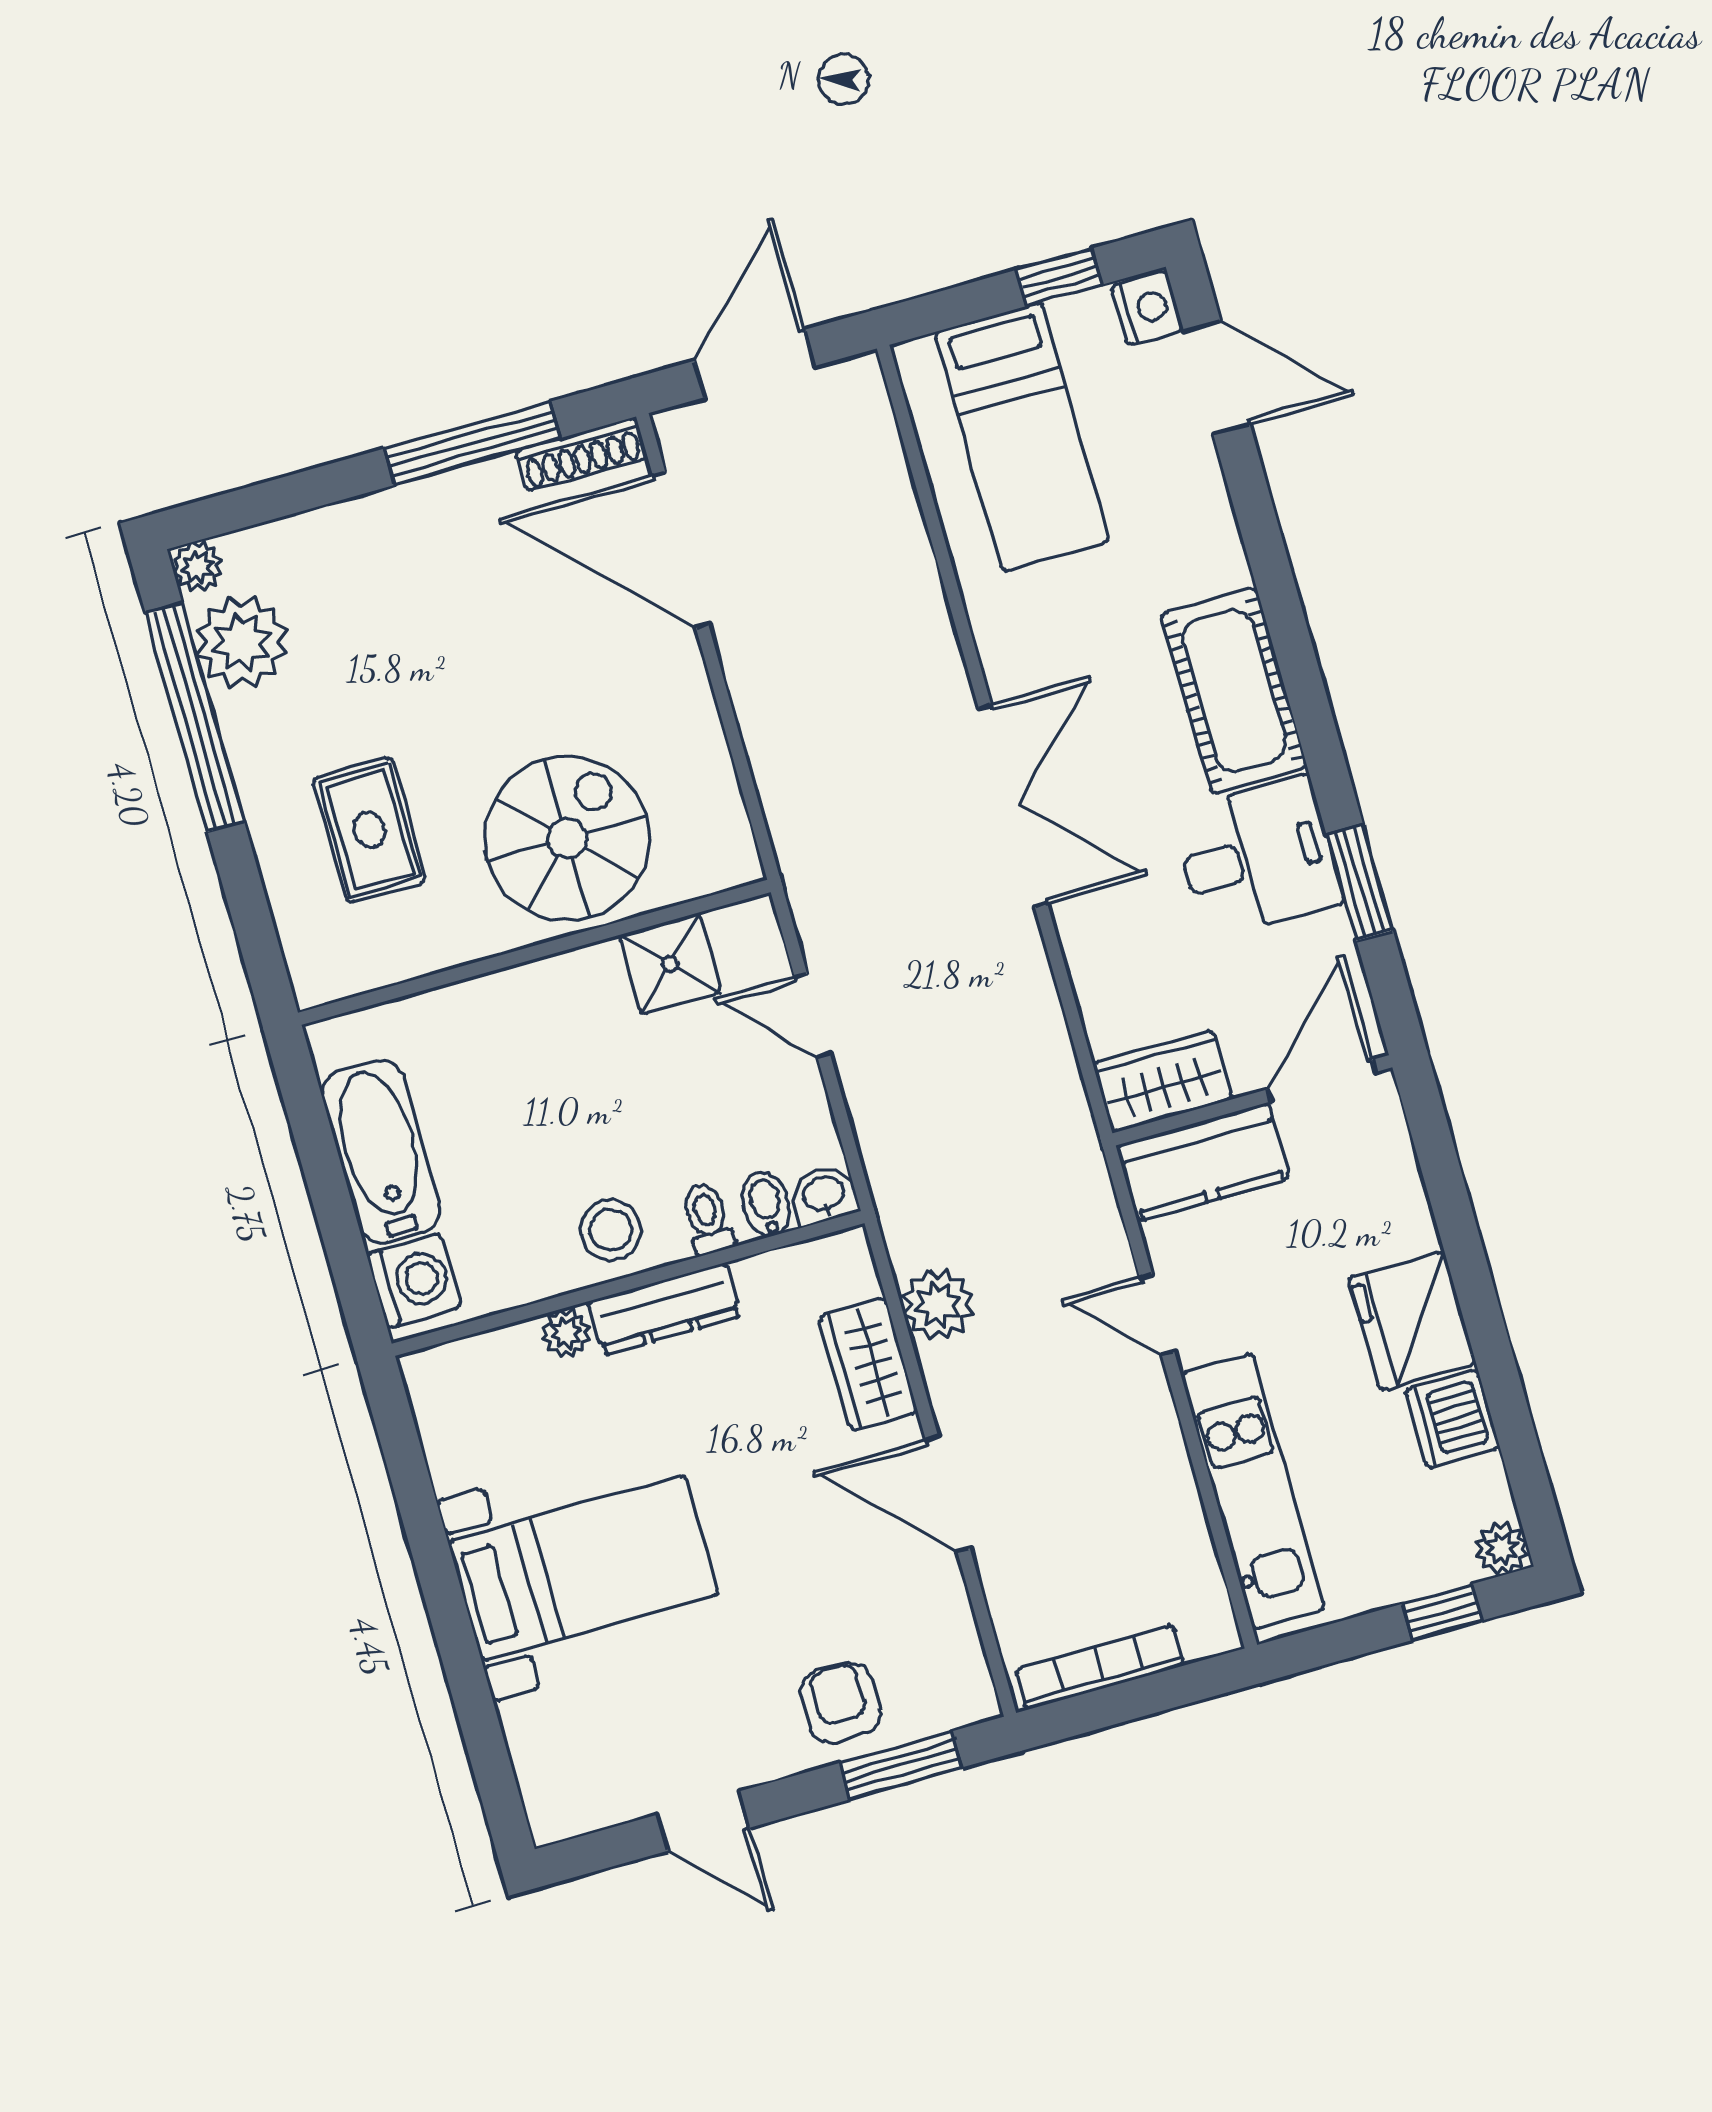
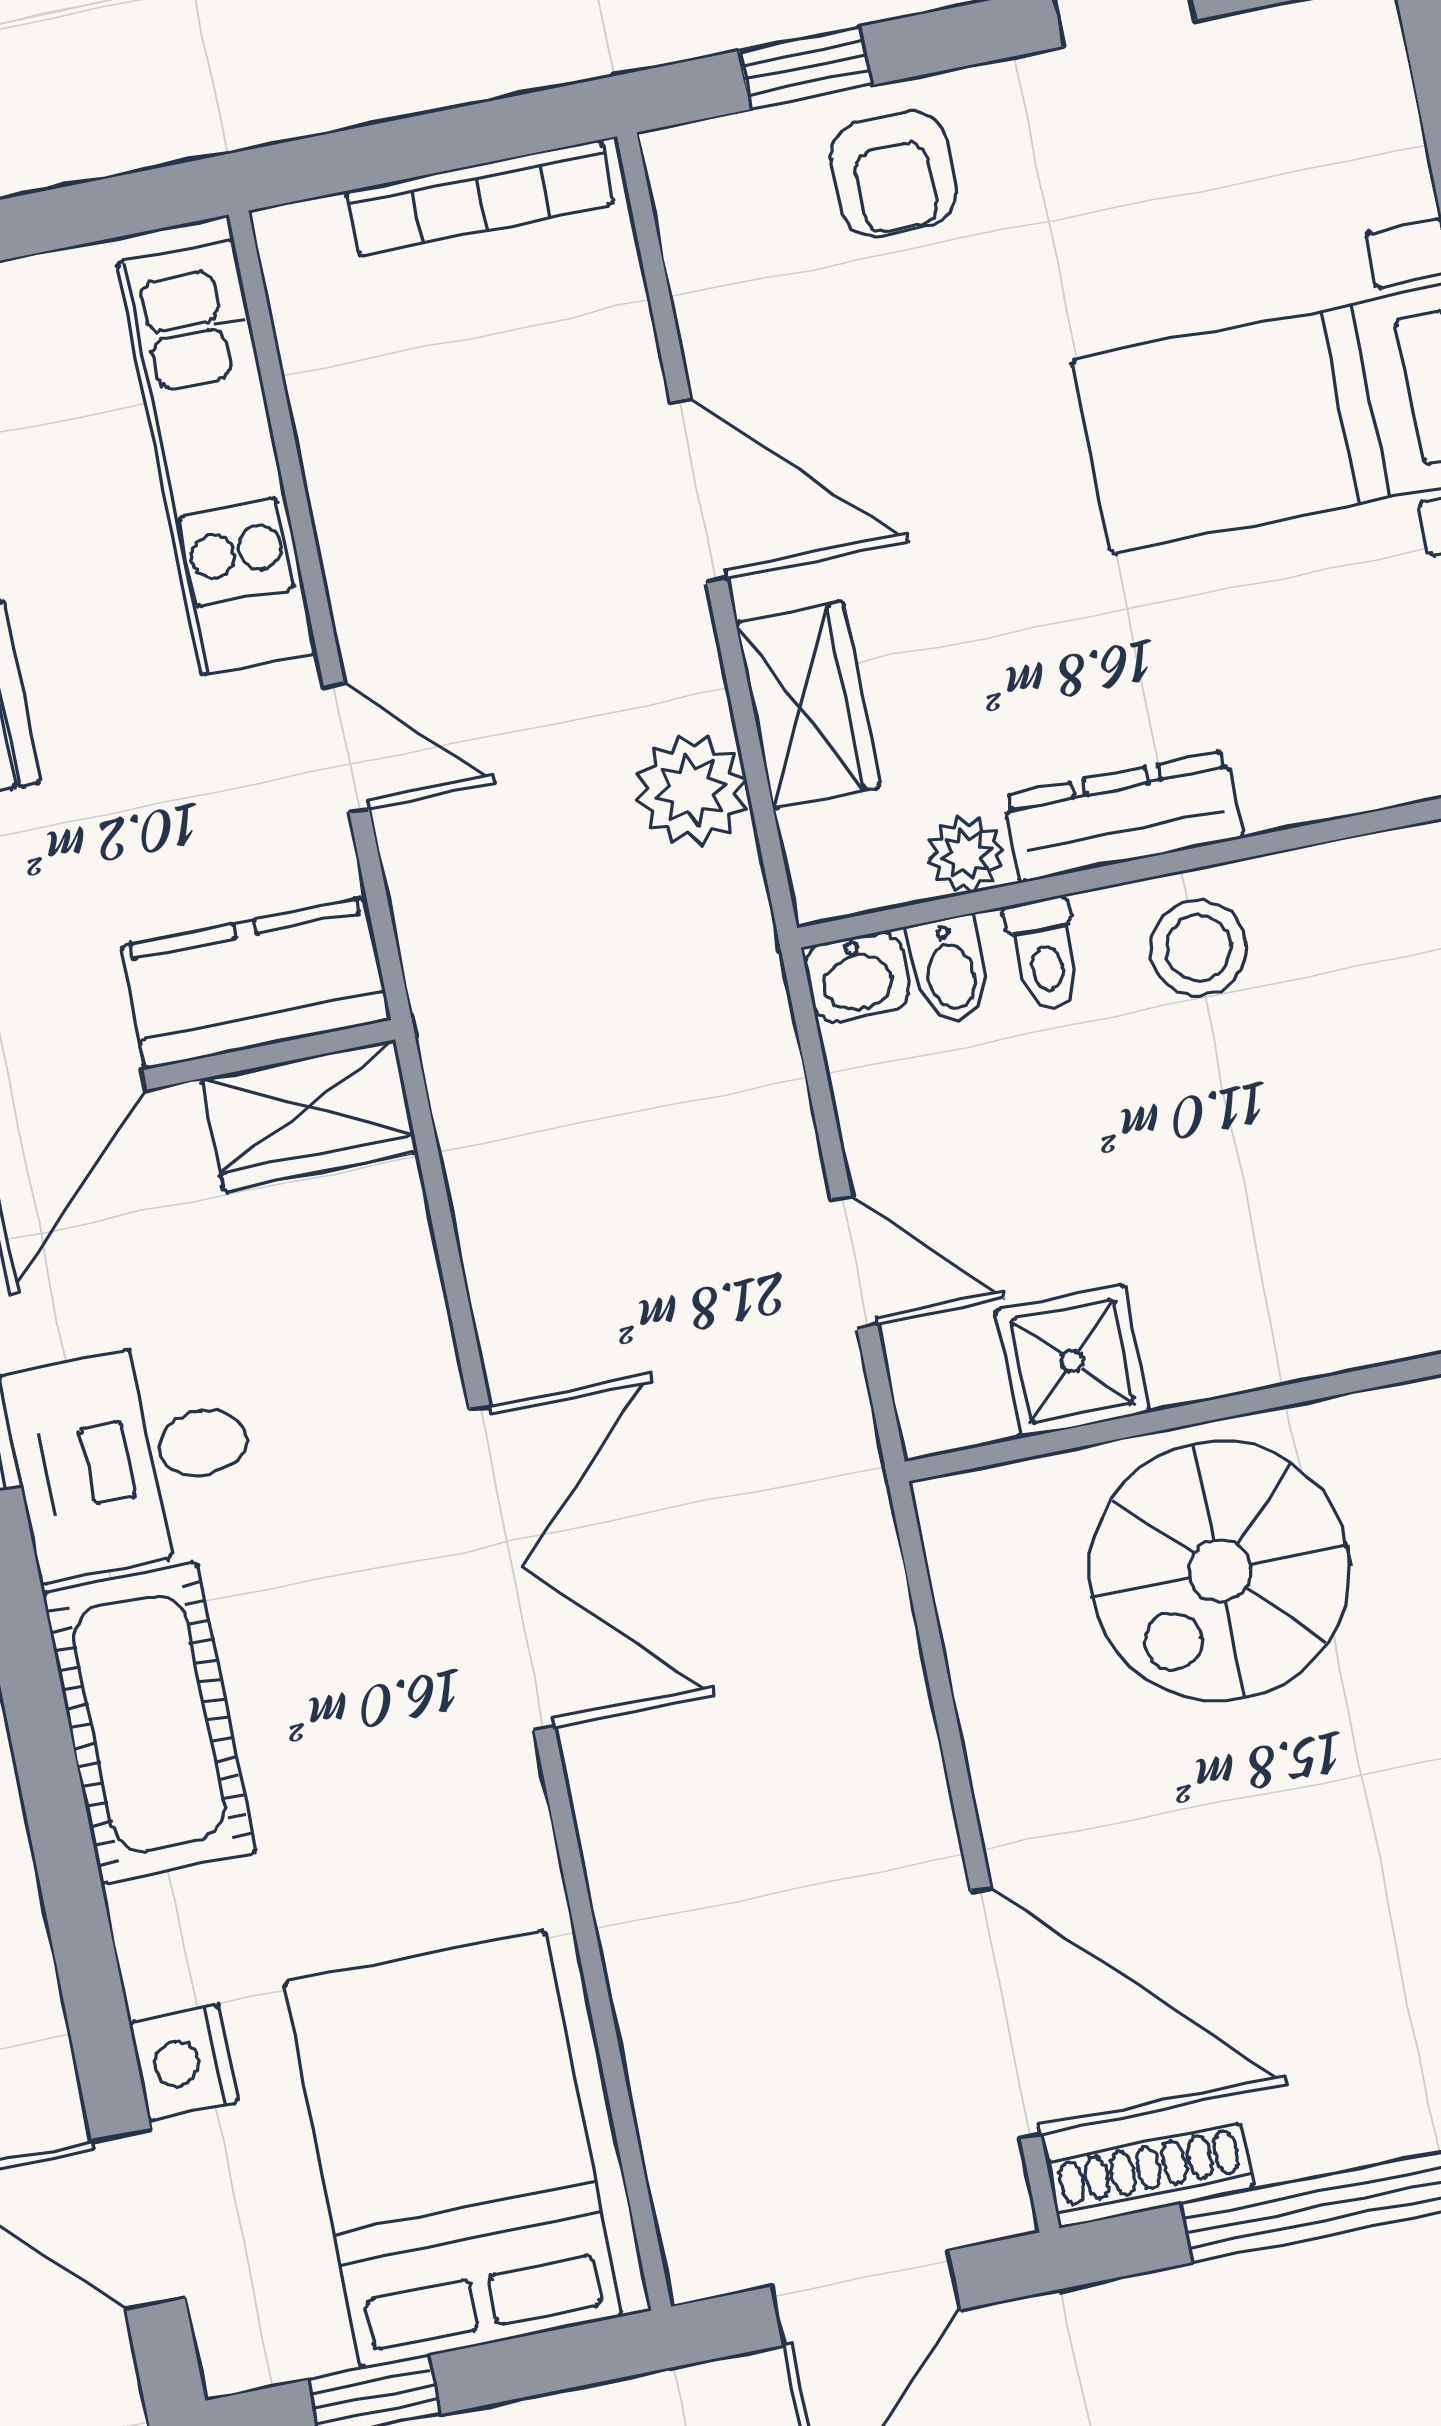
nightstand: (1147, 308) -> (184, 2063), moved
bed: (1022, 437) -> (453, 2150), width x1.50
double door: (1013, 806) -> (512, 1568), swing flipped
plant: (566, 1333) -> (966, 854), moved
window: (901, 1765) -> (806, 68), width x0.67

